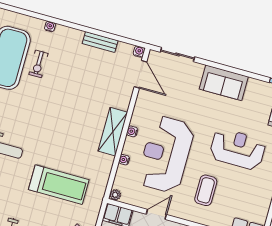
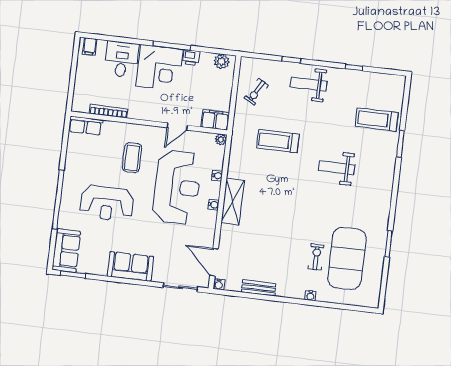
treadmill: (59, 185) -> (278, 141), width x0.73, depth x0.73

